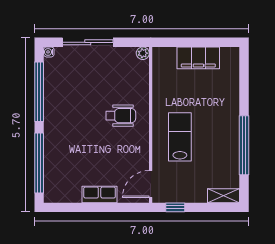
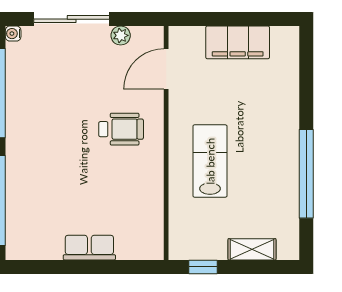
plant: (143, 53) -> (121, 35), moved
door: (151, 184) -> (166, 69), moved
shelving: (224, 196) -> (252, 249), moved

